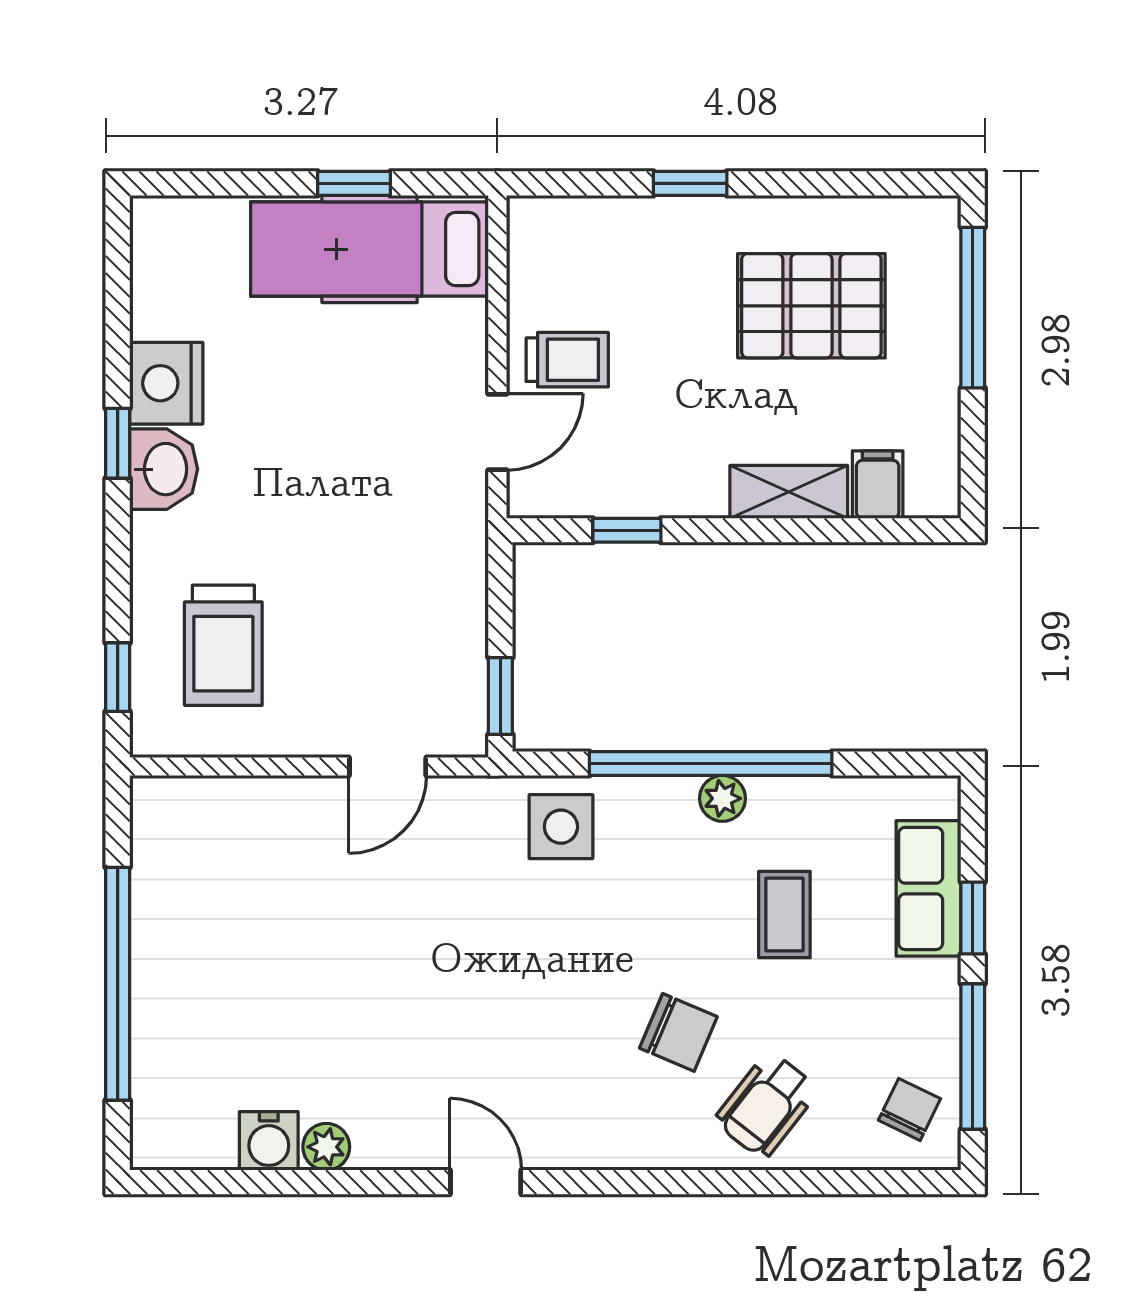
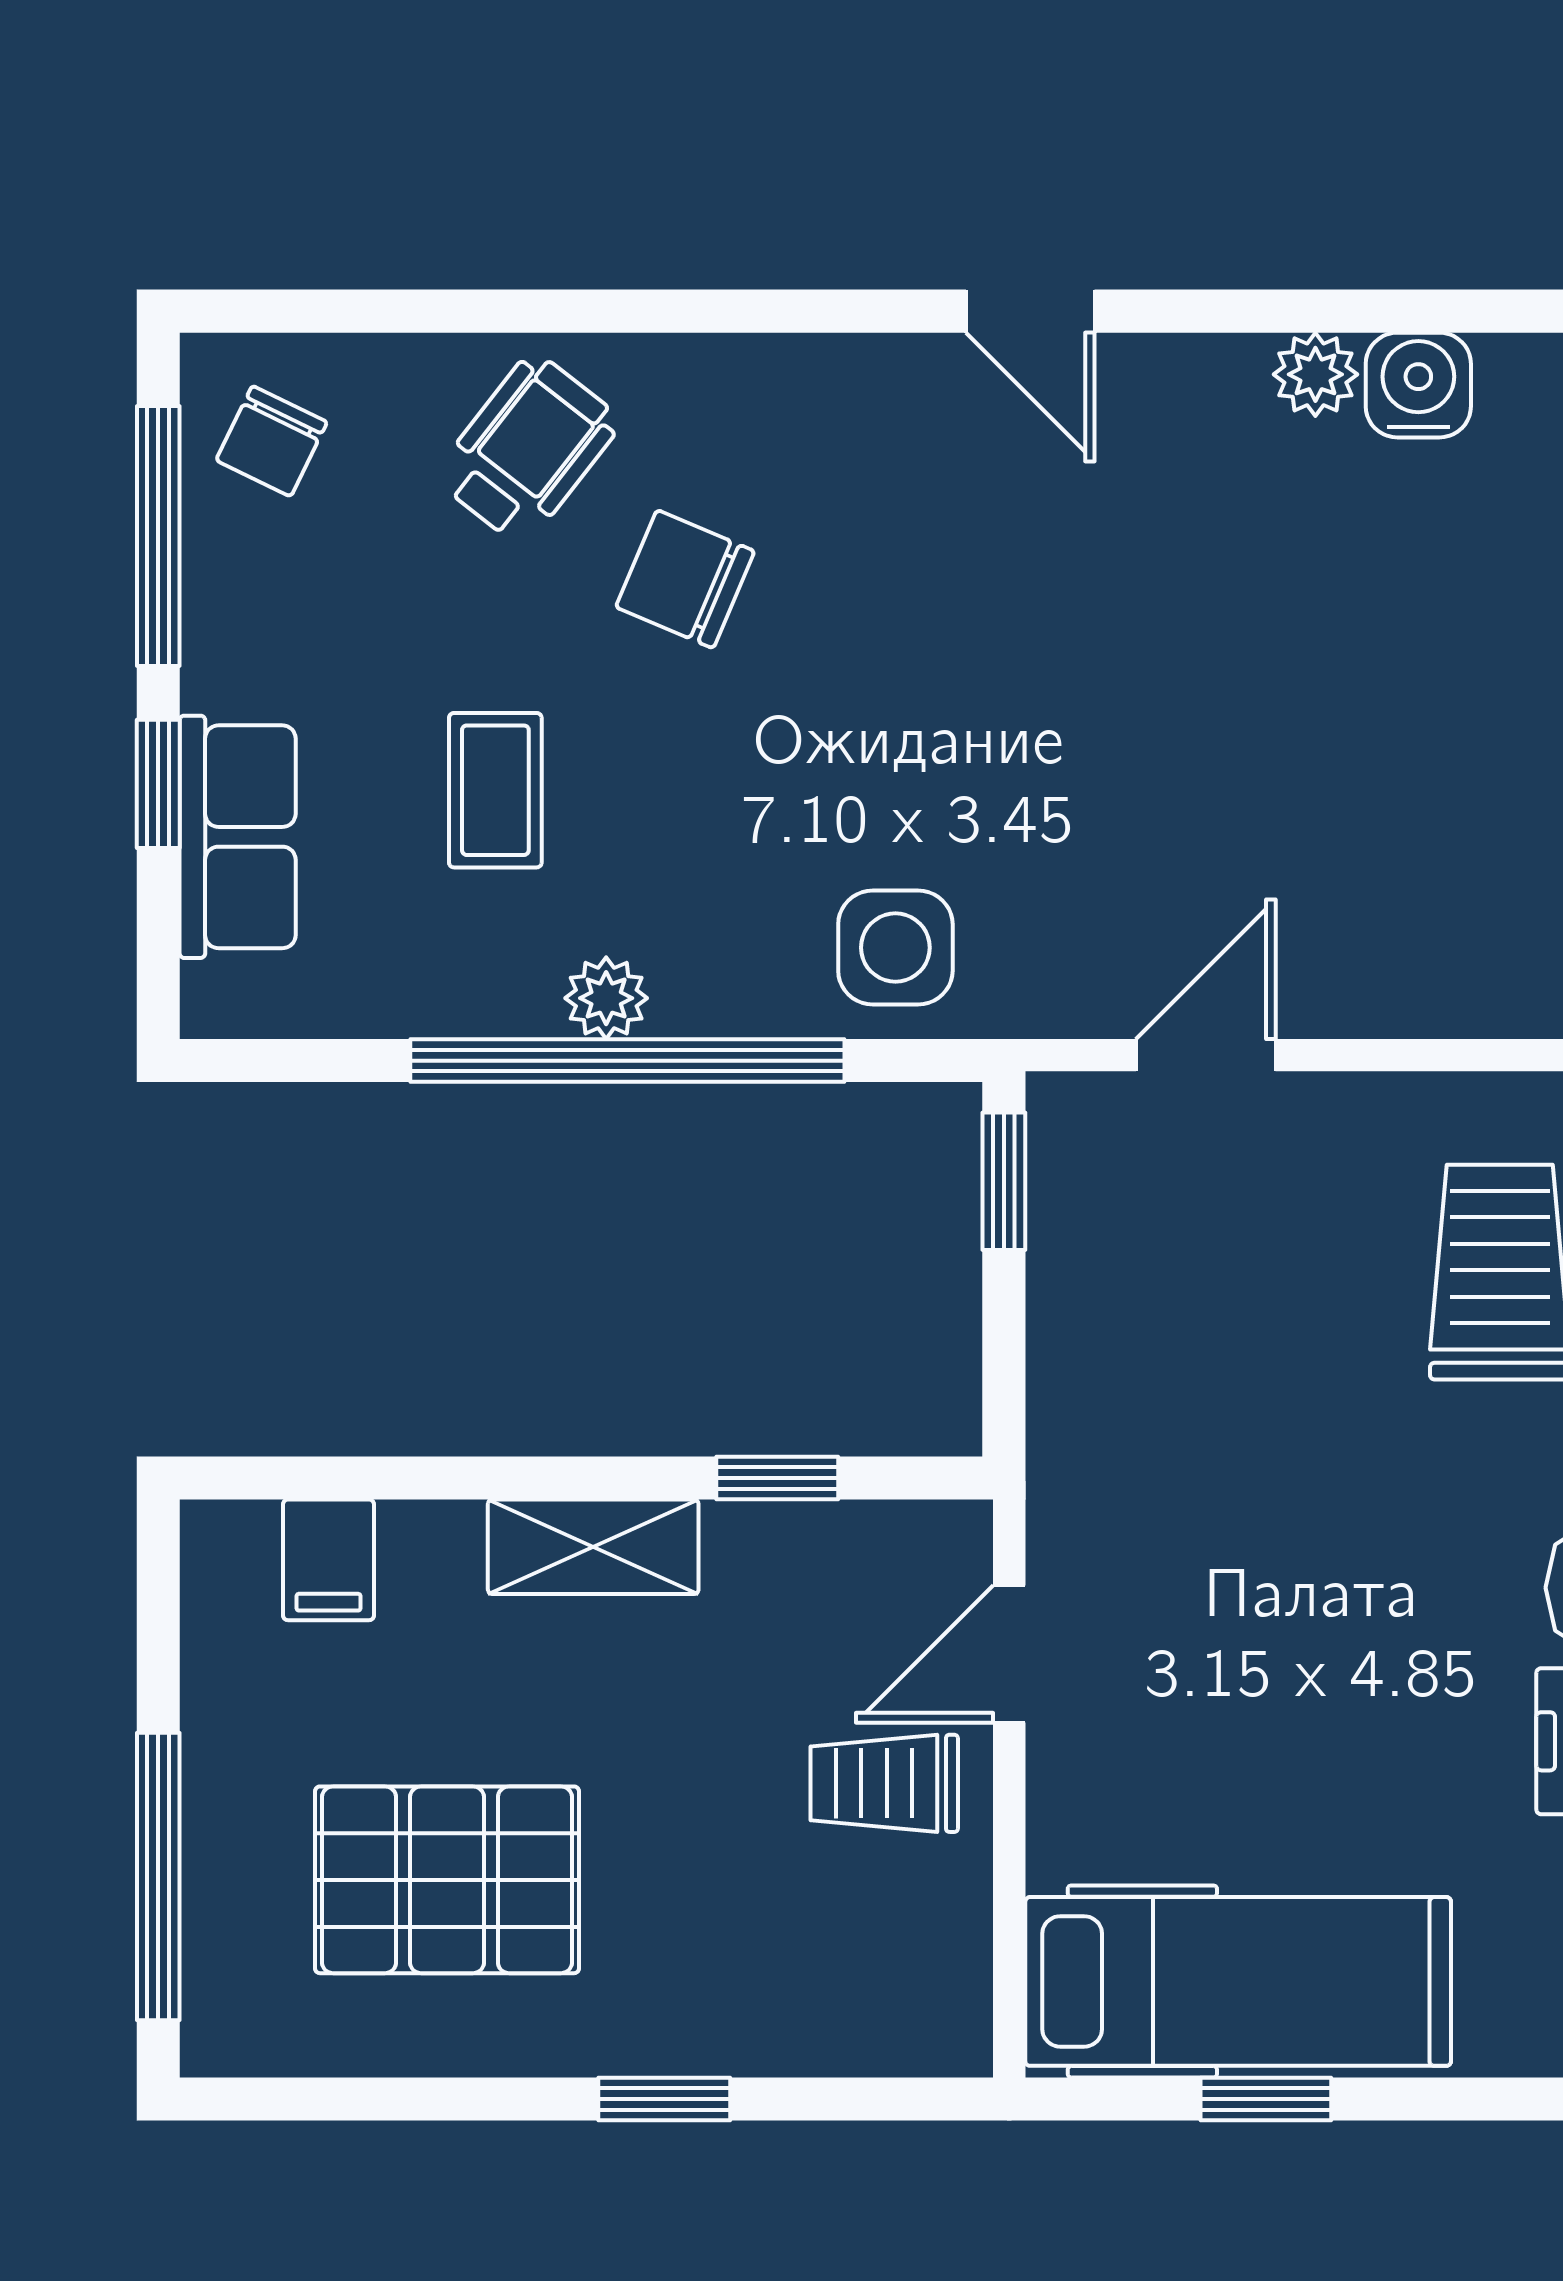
shelving: (789, 492) -> (593, 1547), moved

